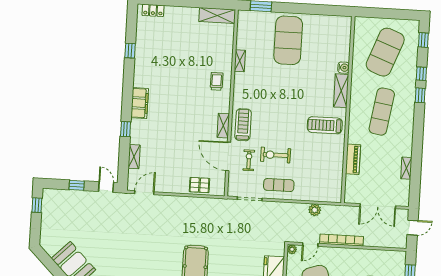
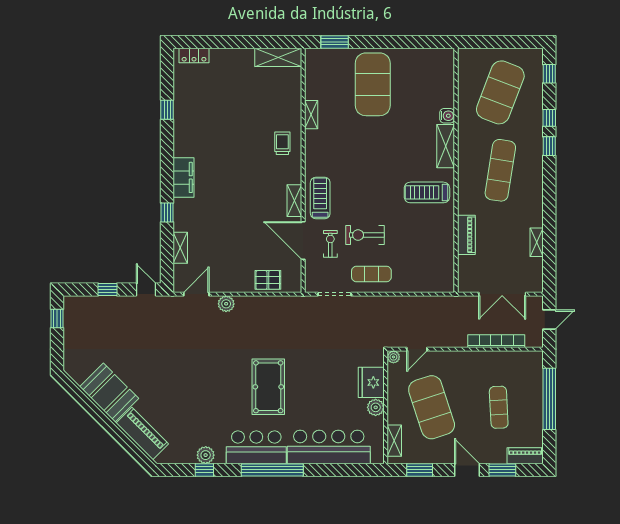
plant: (315, 210) -> (226, 304), moved
bookcase: (342, 240) -> (496, 341), moved

